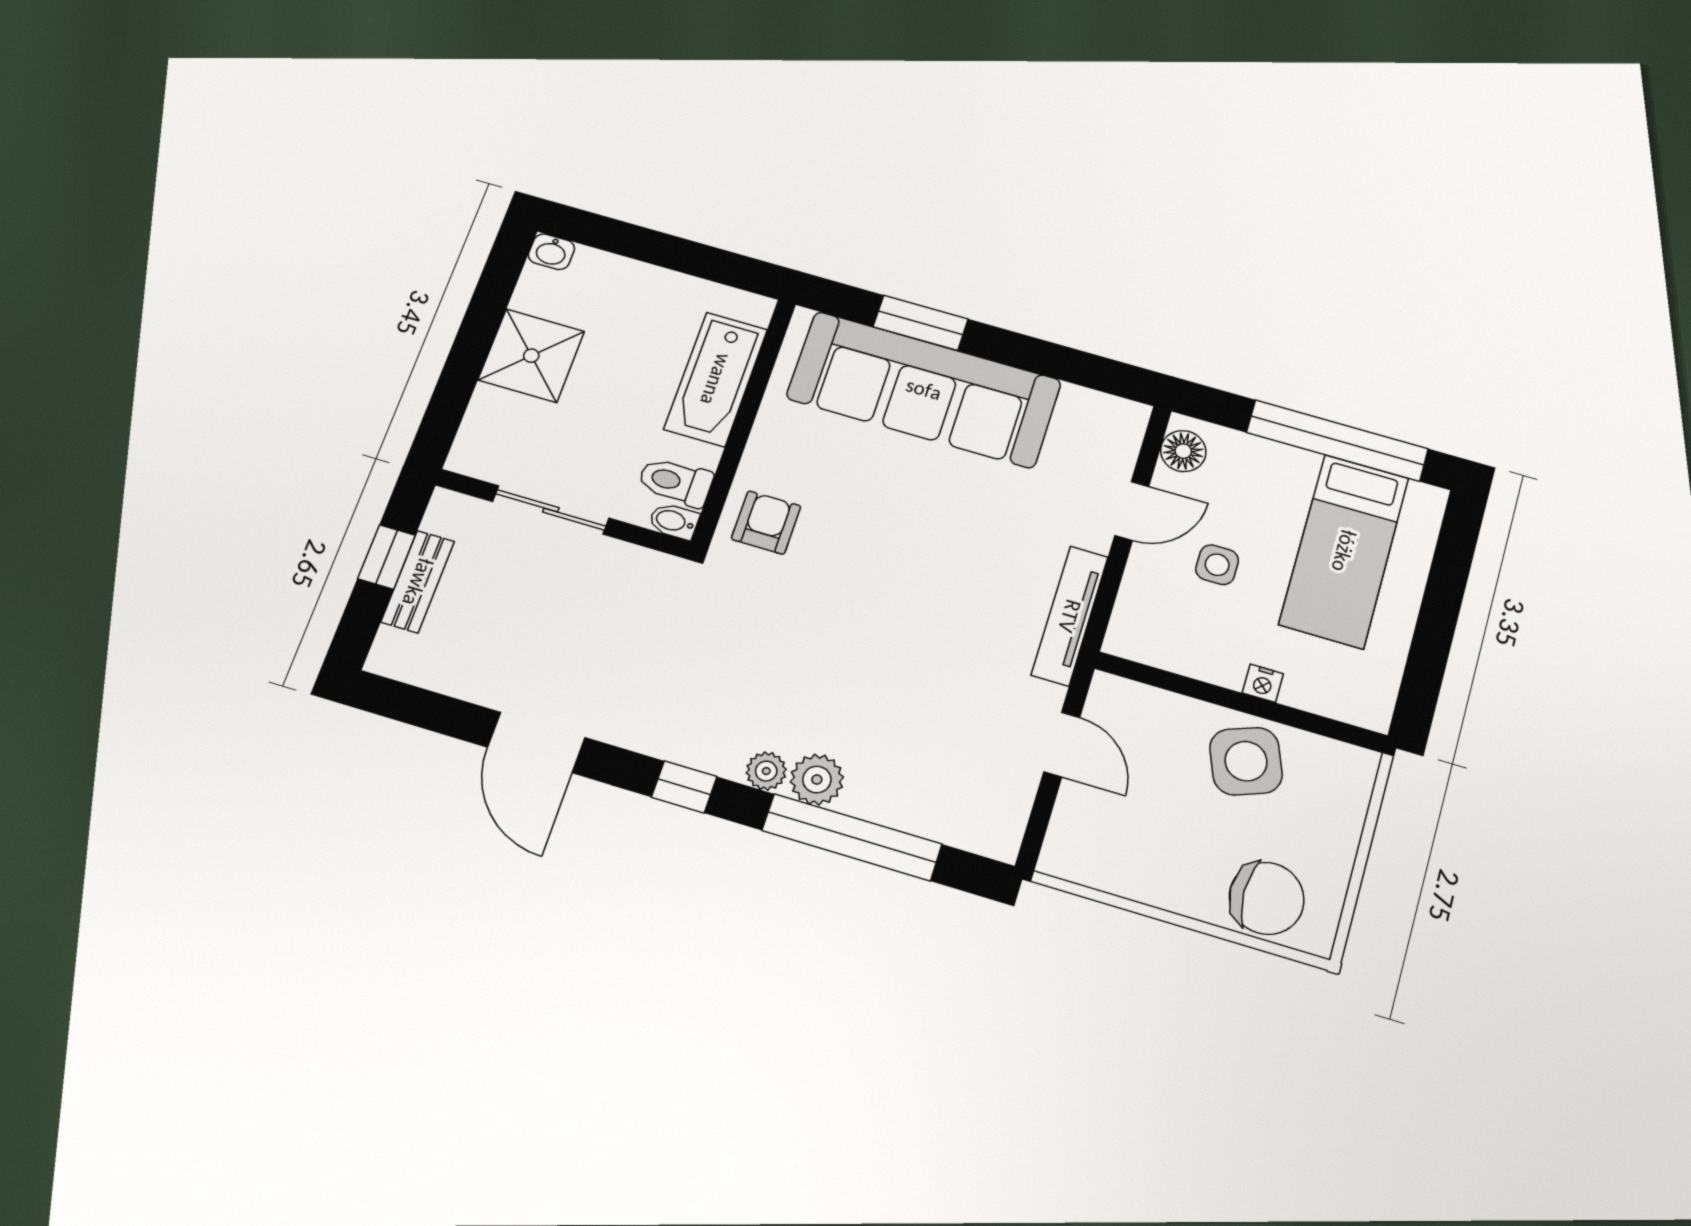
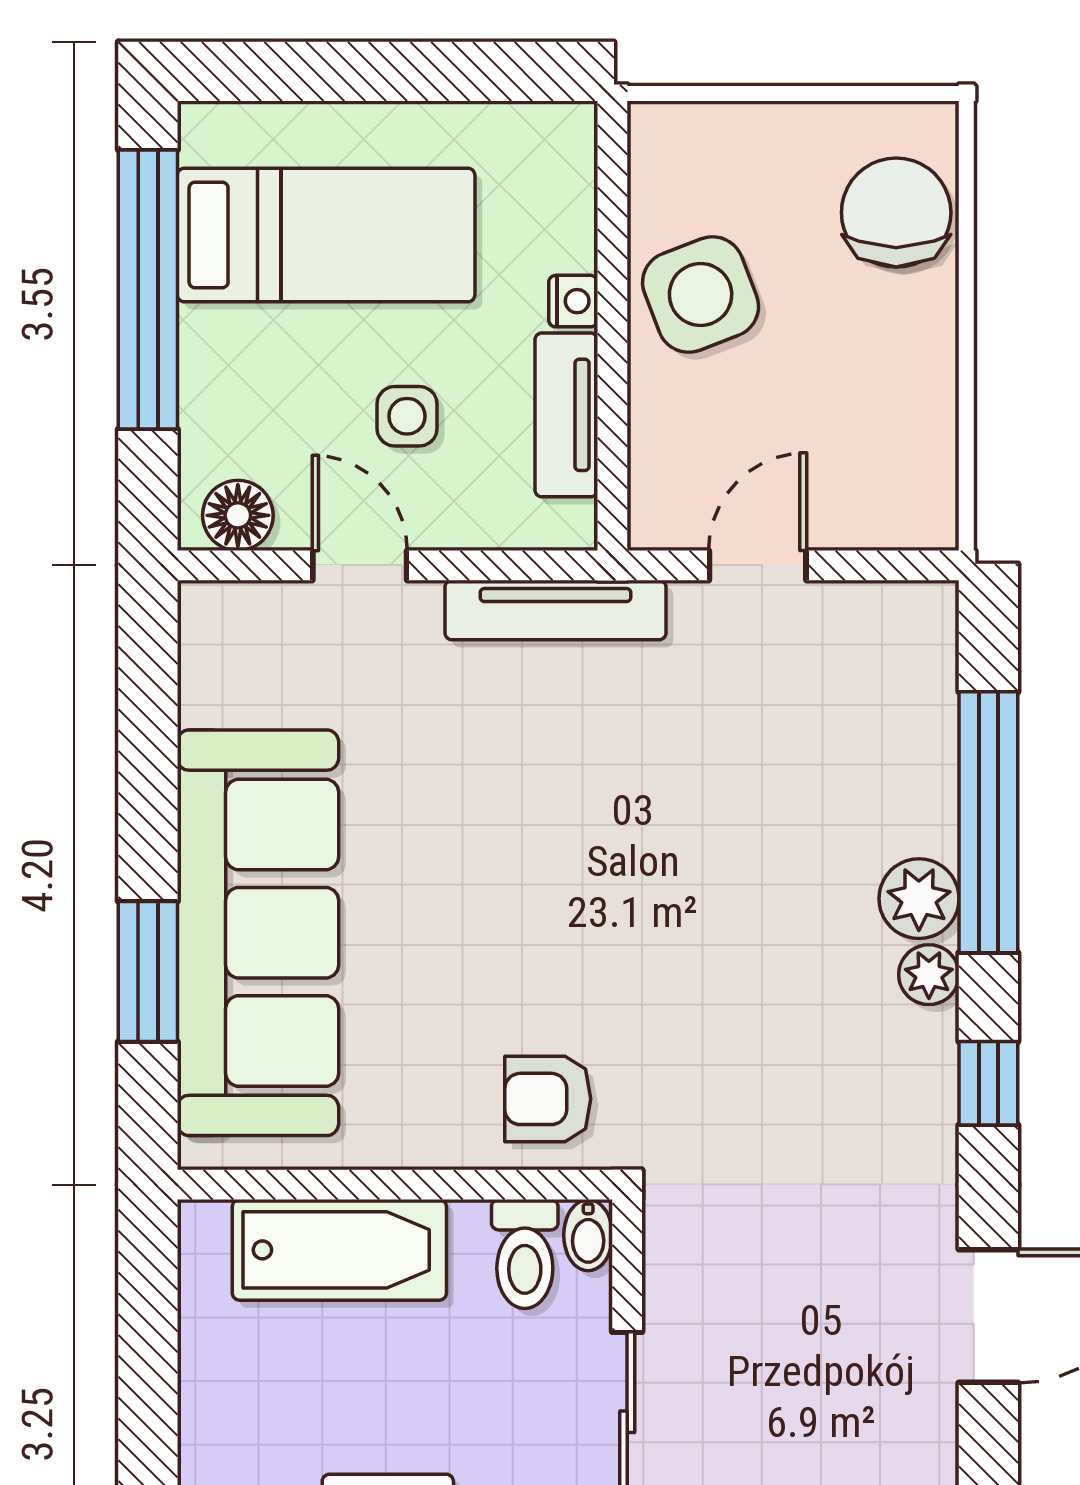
tv unit: (1191, 658) -> (566, 415), added

